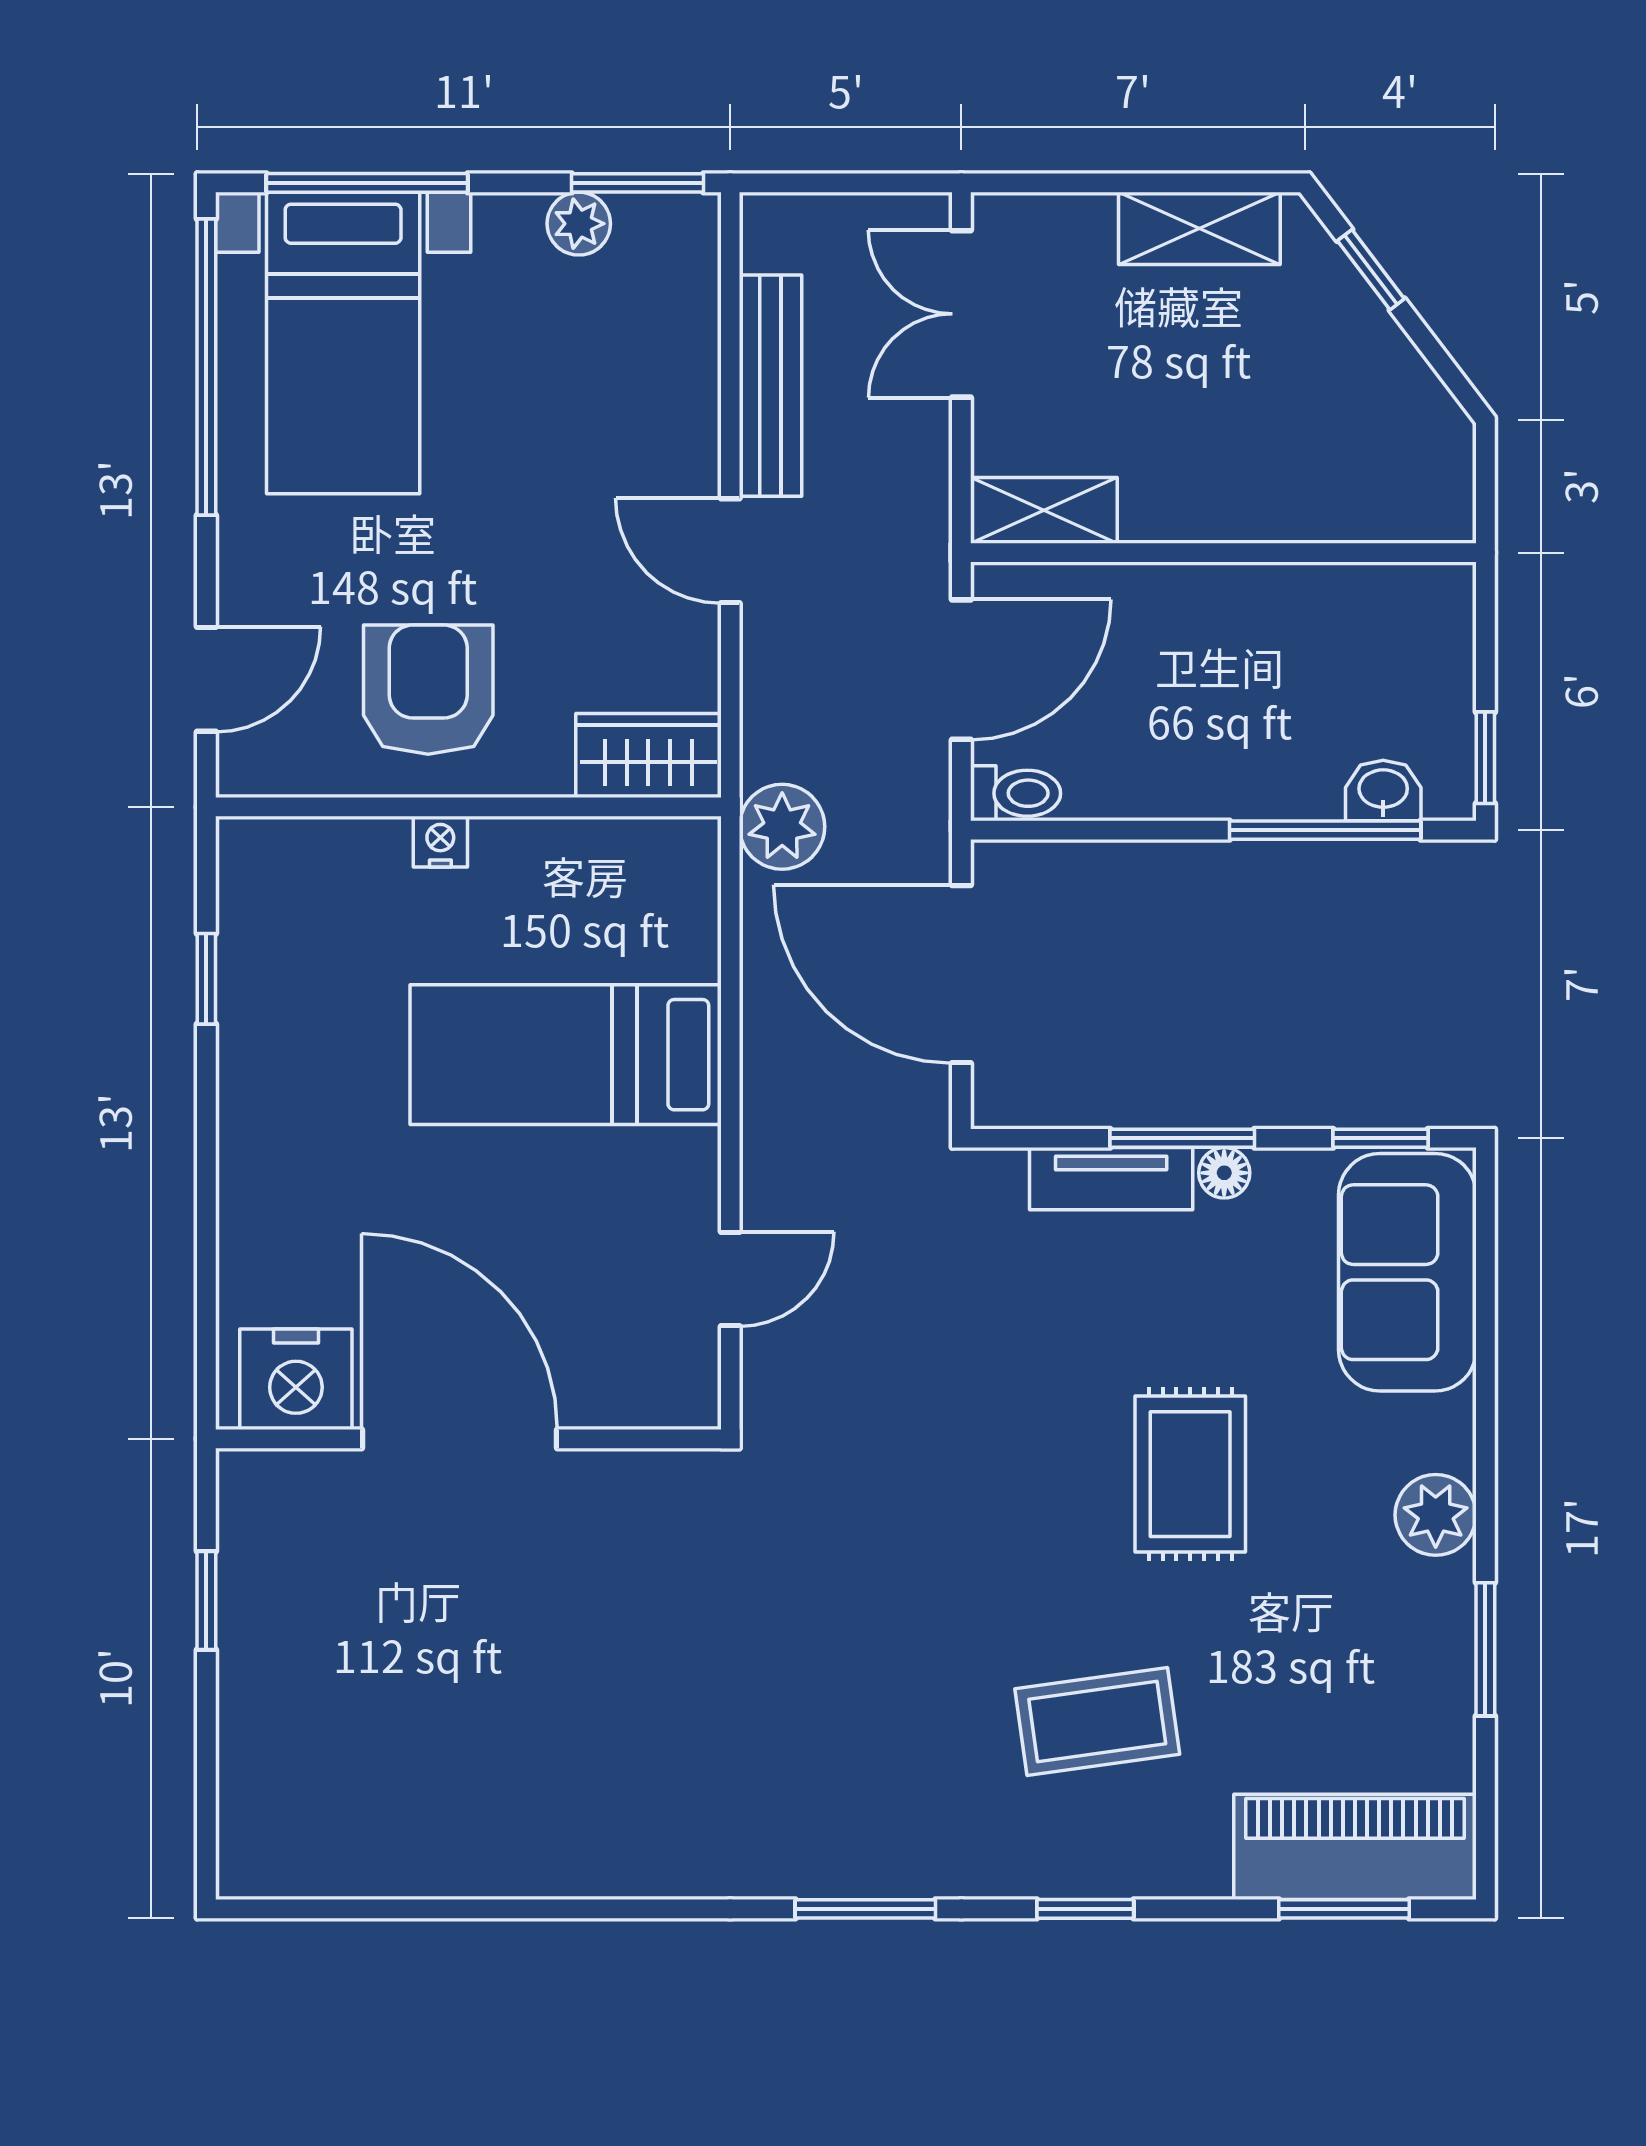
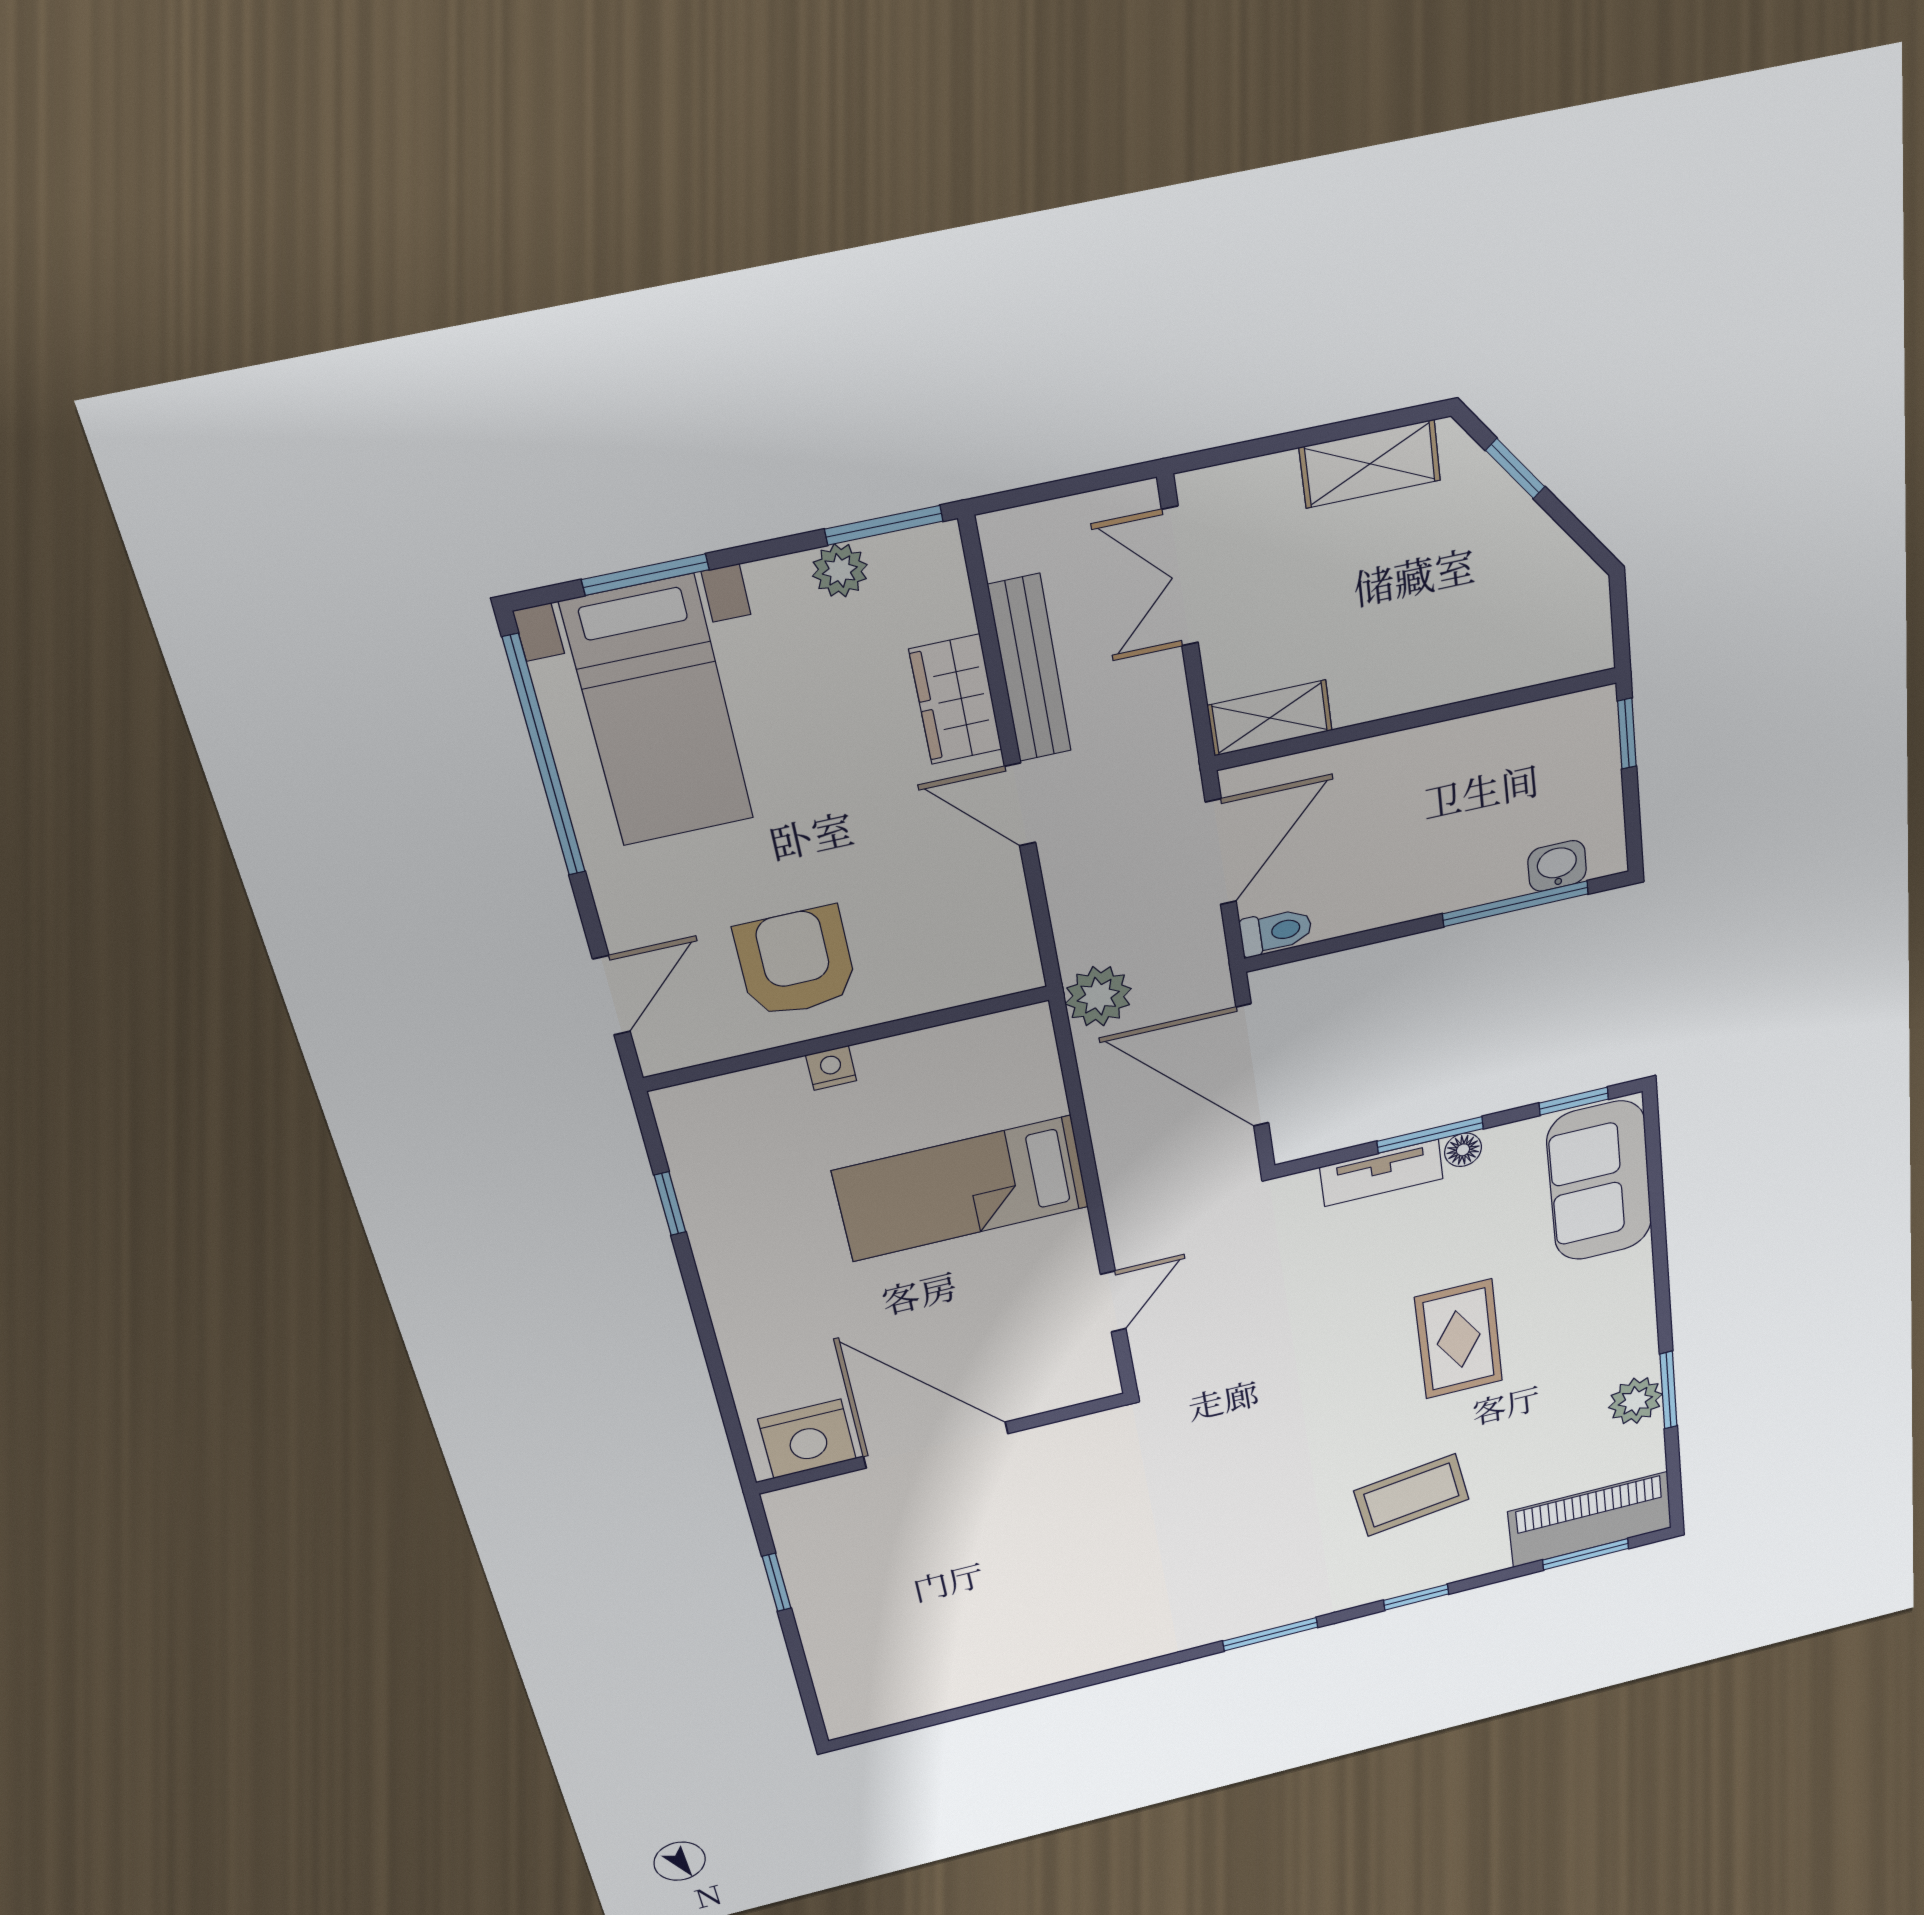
window: (367, 183) -> (645, 575), width x0.69
wardrobe: (648, 756) -> (956, 700), moved, turned -90
window: (1485, 758) -> (1627, 734), moved
plant: (1436, 1515) -> (1635, 1401), moved

